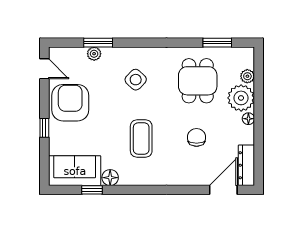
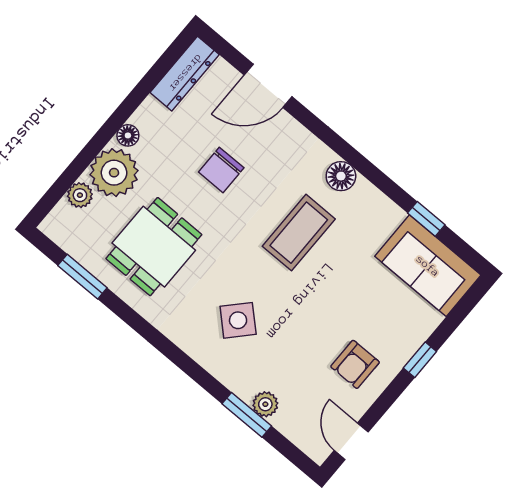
armchair: (70, 103) -> (355, 364), width x0.53, depth x0.53
floor lamp: (110, 178) -> (341, 176), moved
door: (223, 190) -> (268, 86), moved

